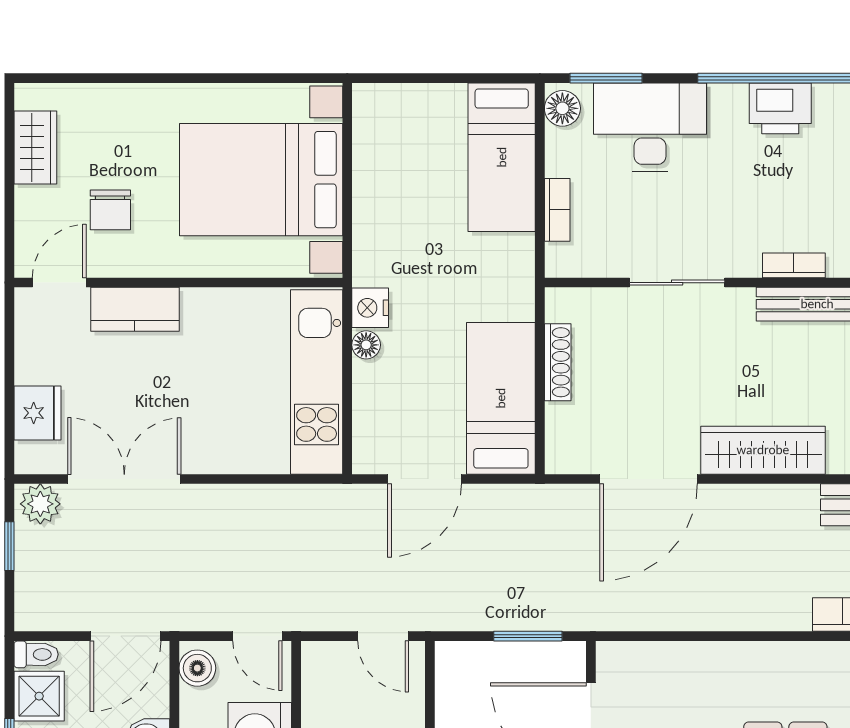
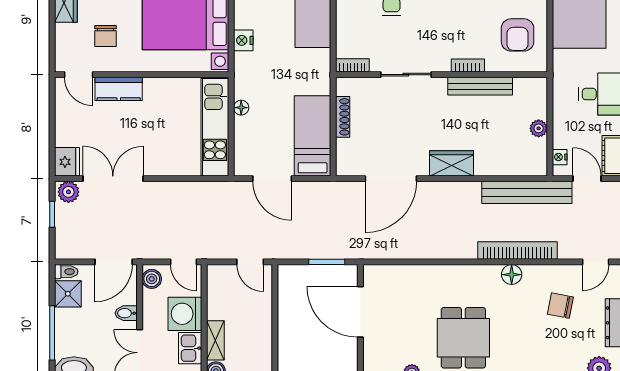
bookcase: (557, 210) -> (352, 65), moved, turned -90
door: (59, 283) -> (79, 75), swing flipped
nightstand: (370, 308) -> (243, 40), moved
fridge: (37, 413) -> (67, 162), moved
wardrobe: (763, 450) -> (452, 163), width x0.67
door: (425, 479) -> (272, 179), hinge flipped

